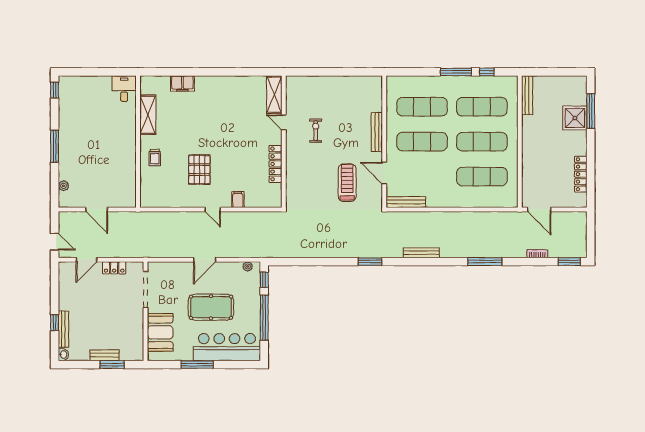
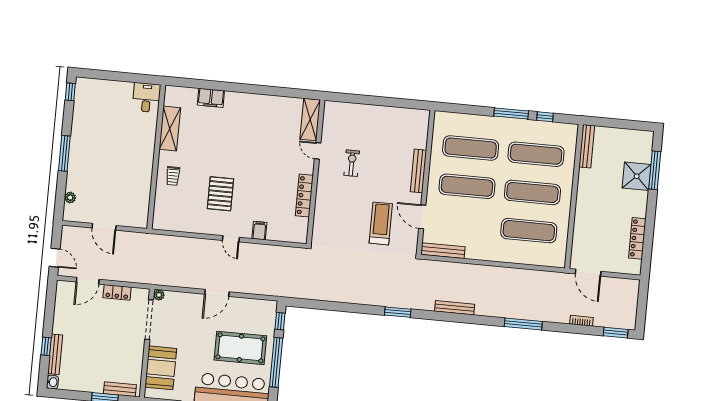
plant: (248, 266) -> (159, 295), moved
pool table: (211, 307) -> (240, 348), moved
bench: (105, 355) -> (120, 389), moved

